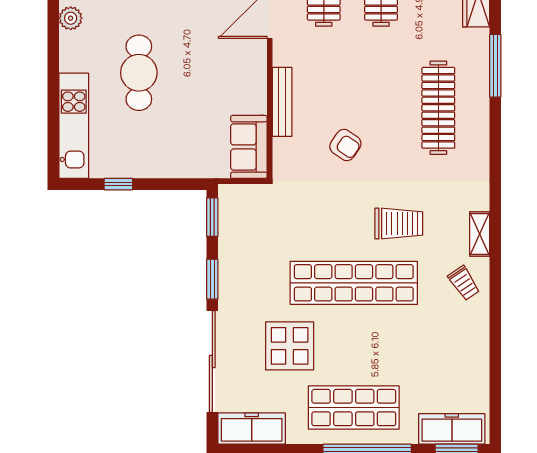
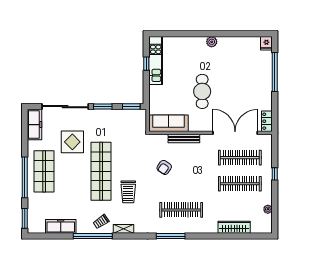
plant: (71, 18) -> (212, 42), moved
window: (495, 66) -> (171, 236), moved
cafe table: (139, 73) -> (202, 91), moved, turned 90
kitchen unit: (74, 126) -> (156, 60), moved, turned -90
sofa: (249, 147) -> (168, 123), width x1.36
window: (495, 301) -> (93, 236), added
freezer: (452, 429) -> (61, 226), moved, turned -90

